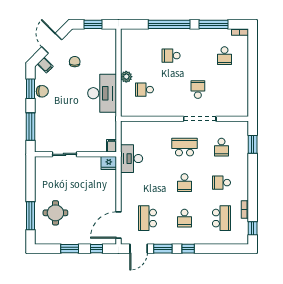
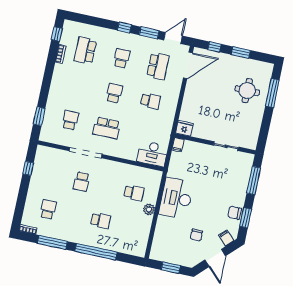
window: (253, 91) -> (28, 168), added
desk: (132, 159) -> (152, 154), moved, turned 90
school desk: (221, 183) -> (150, 101), moved

